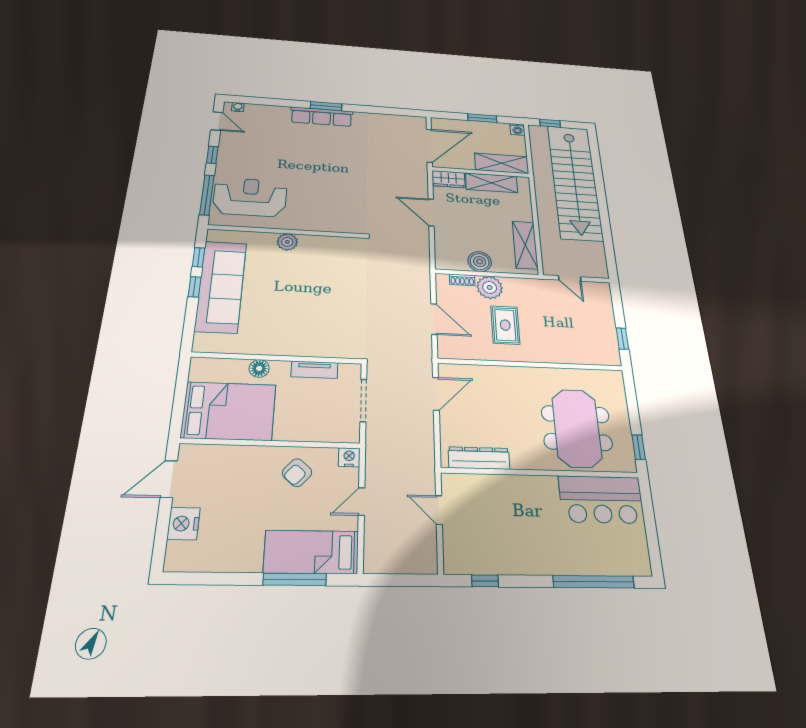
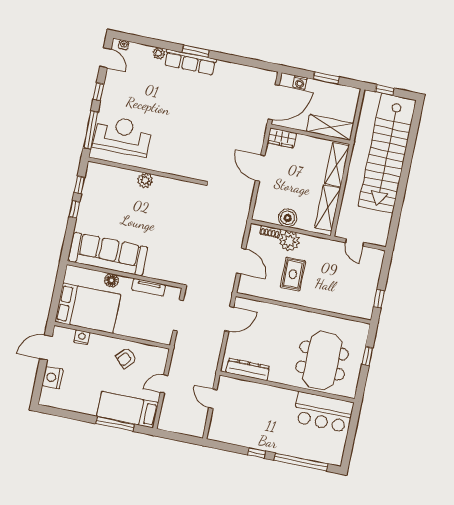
plant: (282, 112) -> (159, 53), added
washing machine: (518, 129) -> (300, 82), moved
shelving: (491, 183) -> (337, 165), moved, turned 90
sofa: (221, 286) -> (108, 254), moved, turned -90
window: (639, 447) -> (367, 356), moved
nightstand: (349, 457) -> (82, 337), moved
window: (485, 581) -> (256, 453), moved

